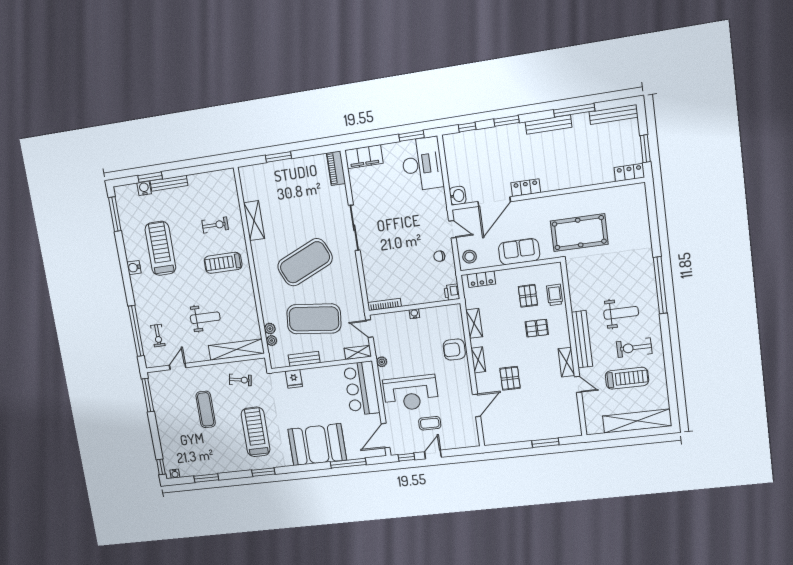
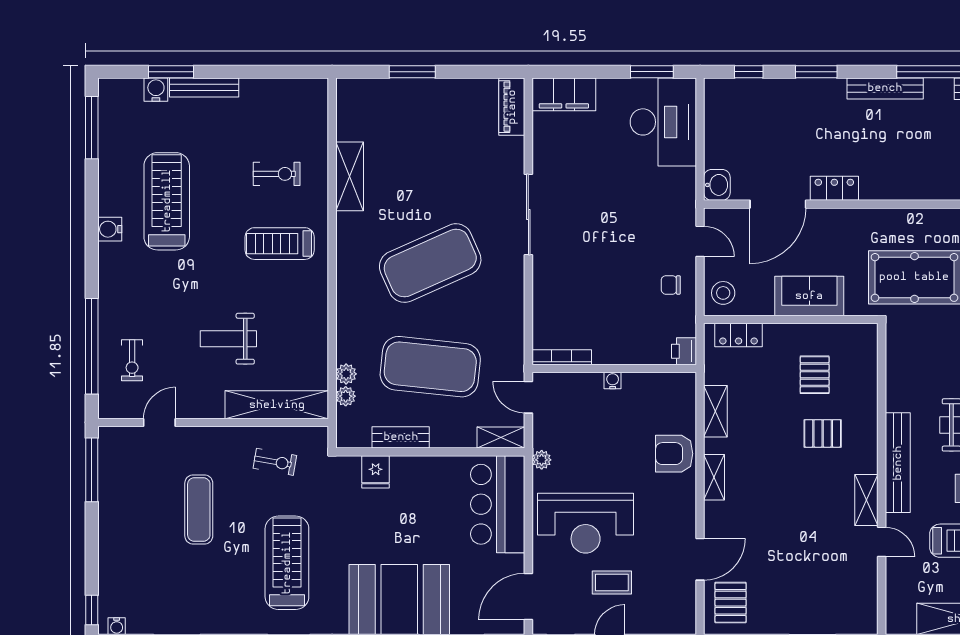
trolley: (555, 295) -> (860, 379), removed
weight bench: (205, 318) -> (228, 339), turned 180
pallet: (510, 378) -> (731, 603), moved

